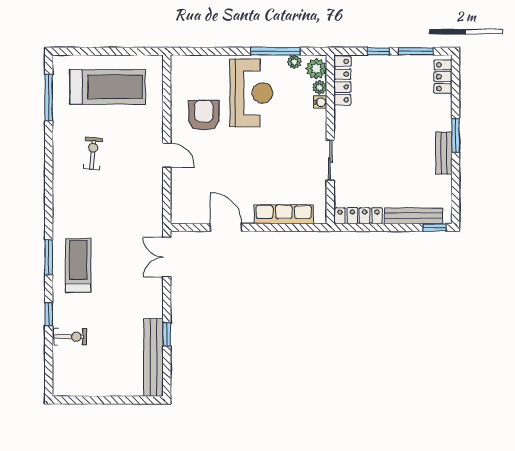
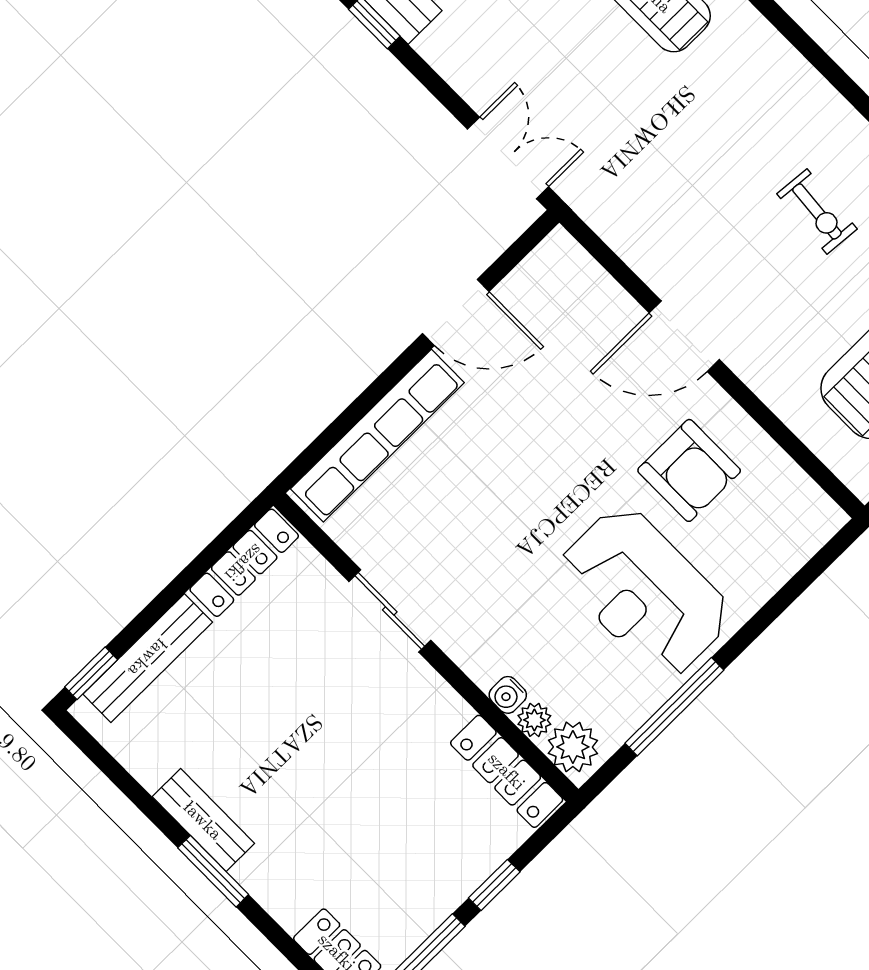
plant: (294, 62) -> (623, 721), removed
door: (167, 155) -> (684, 336), width x1.38
row of seats: (284, 214) -> (377, 436), width x1.36

